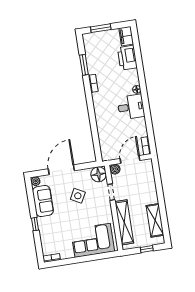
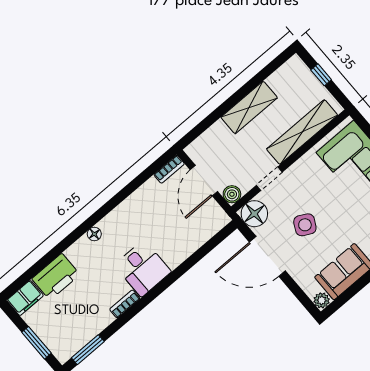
window: (84, 65) -> (88, 350), moved
desk: (131, 107) -> (143, 268), moved, turned 180
door: (130, 159) -> (204, 181), hinge flipped
door: (61, 170) -> (267, 256), moved
shelving: (155, 220) -> (249, 107), moved

